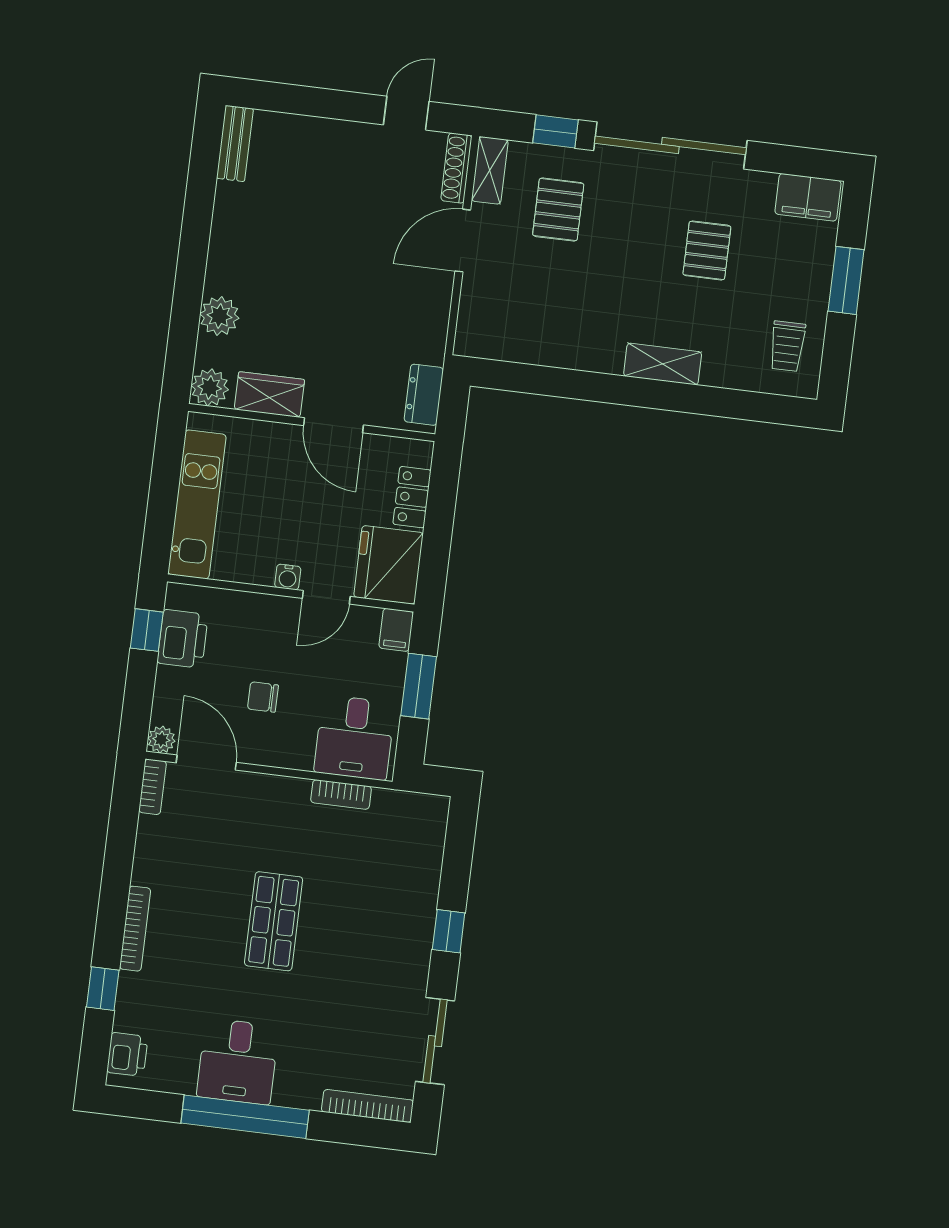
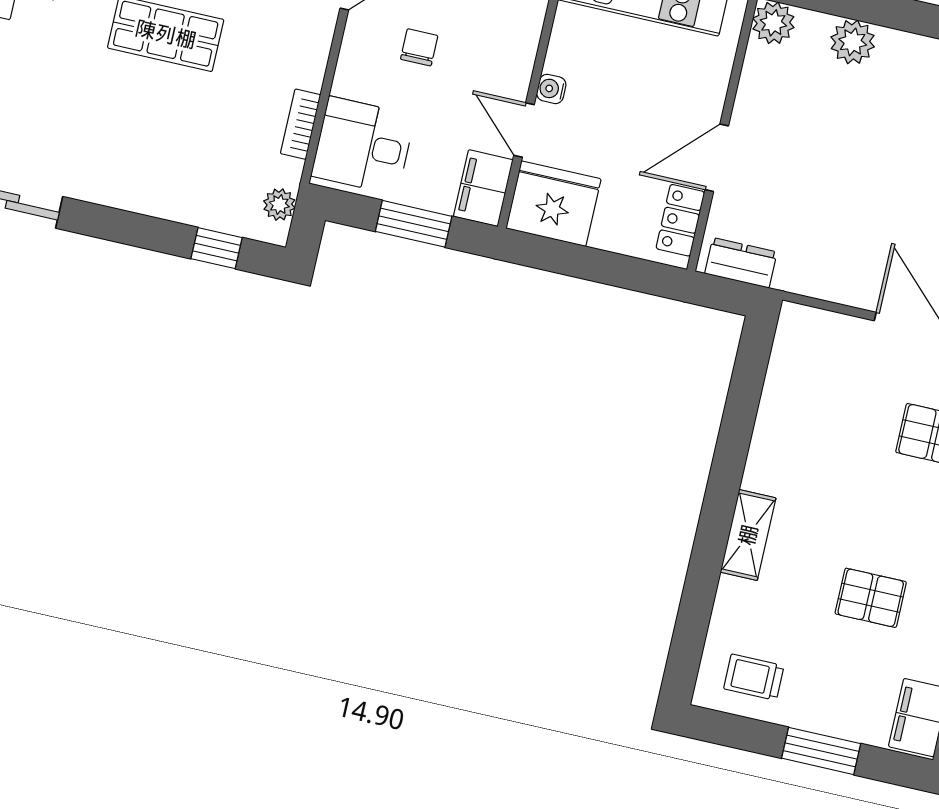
wardrobe: (269, 395) -> (759, 89), removed
locker: (412, 497) -> (680, 220), moved, turned -90
filing cabinet: (396, 630) -> (483, 188), width x2.00
plant: (414, 806) -> (279, 205), added
window: (449, 931) -> (217, 248), moved

